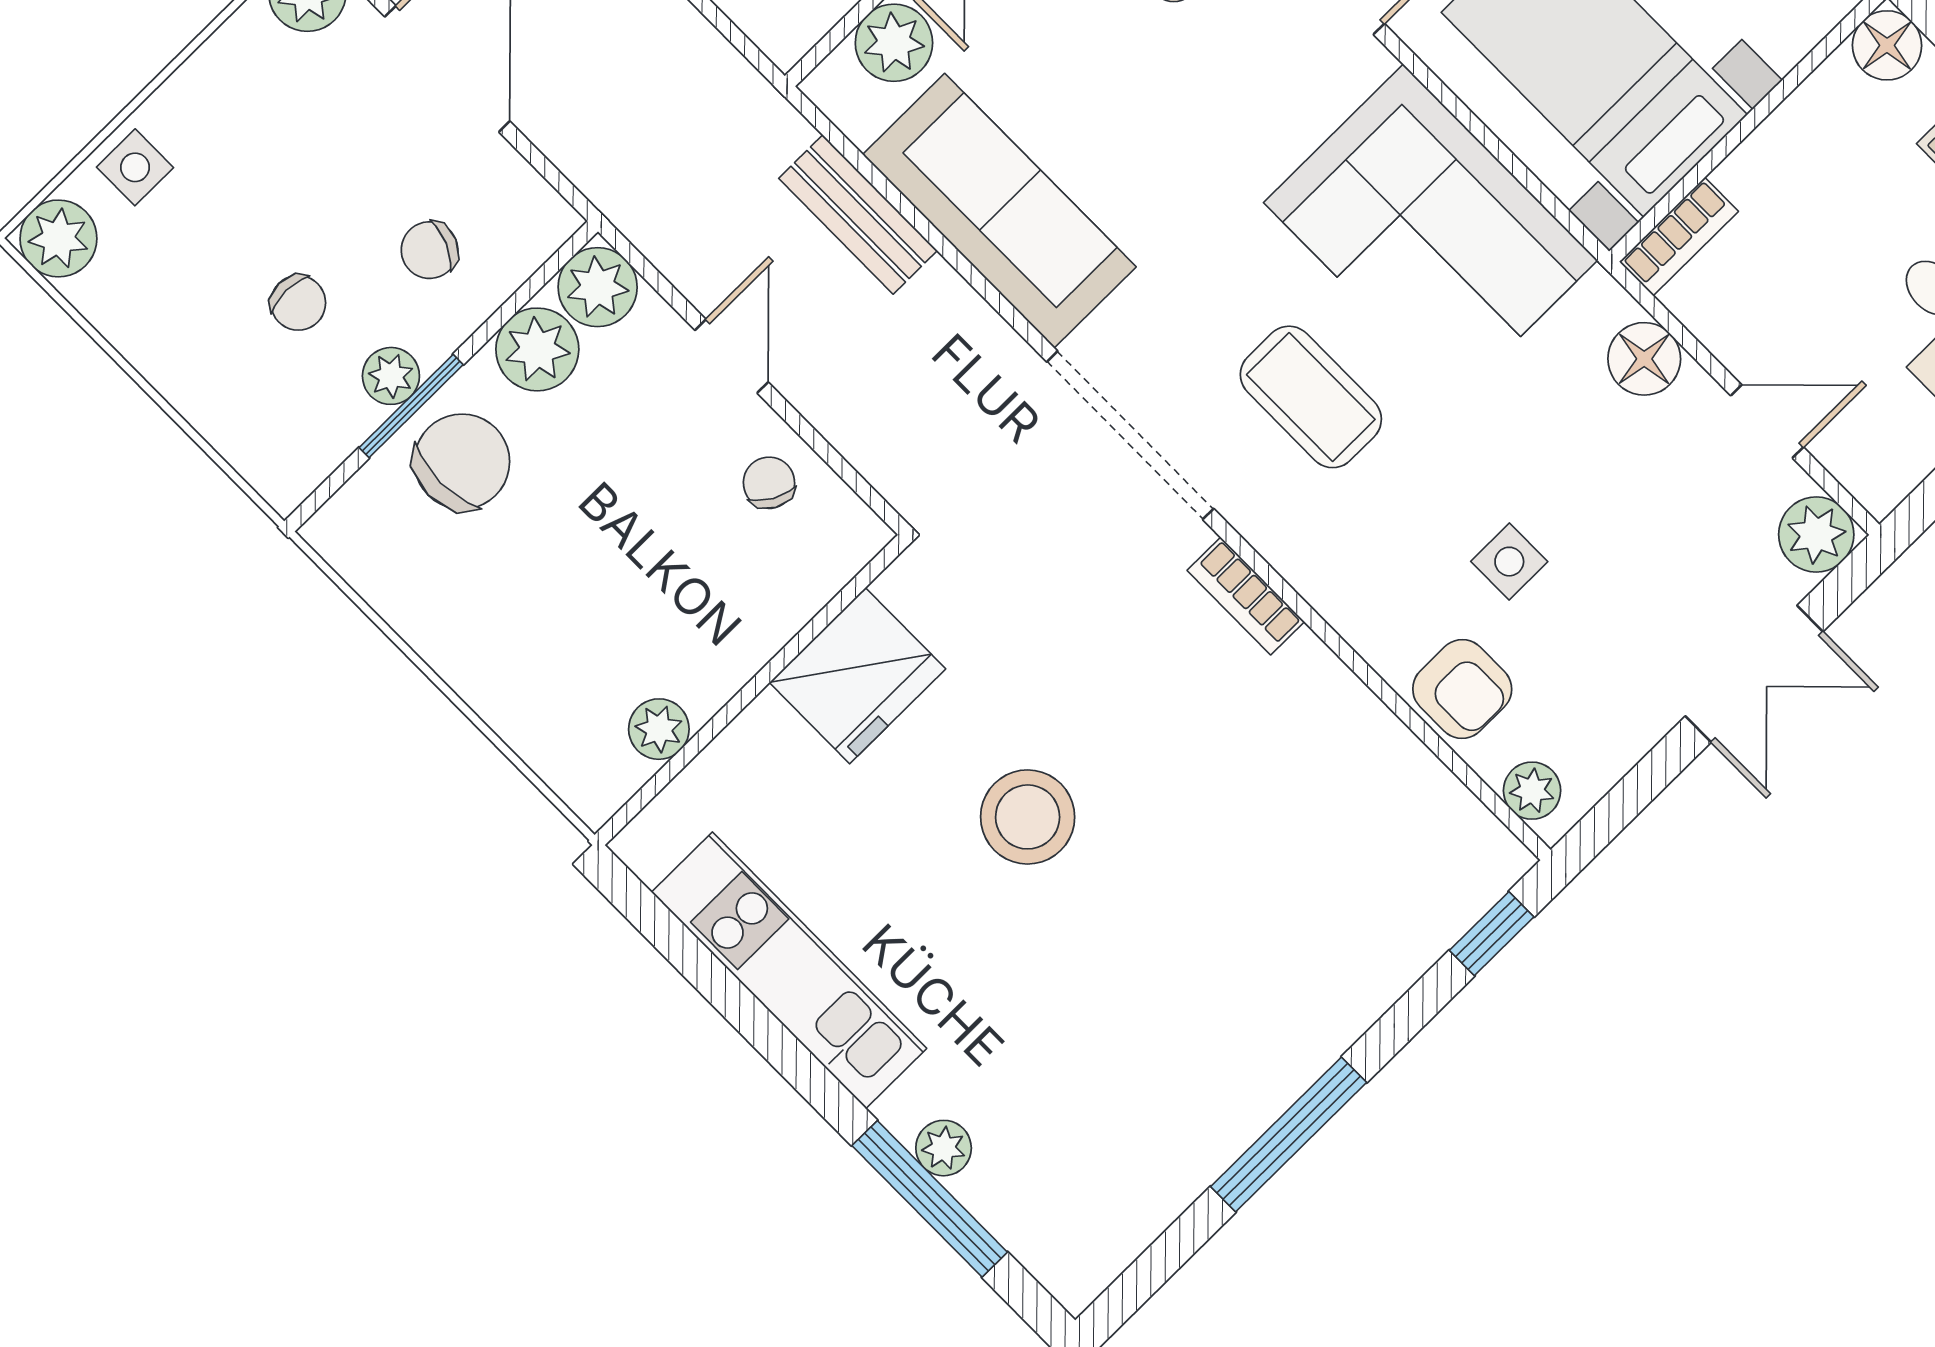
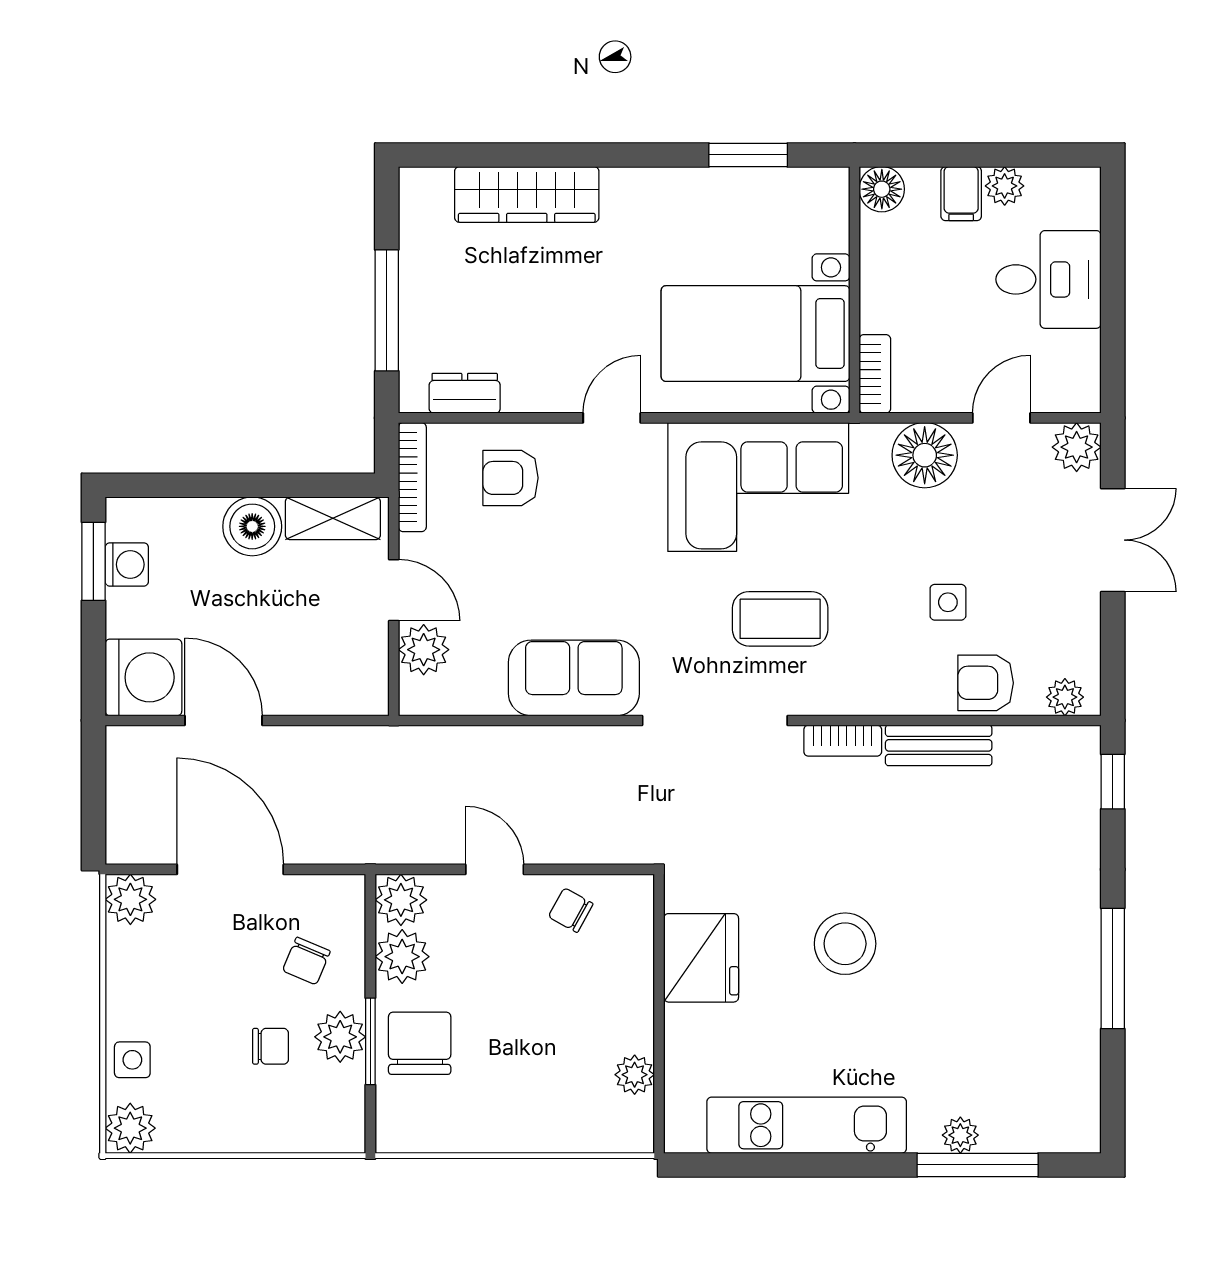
sofa: (999, 211) -> (574, 678), width x0.73
bench: (858, 214) -> (939, 745), moved
floor lamp: (1644, 359) -> (925, 455), width x1.38, depth x1.38
plant: (391, 376) -> (340, 1037), width x1.38, depth x1.38
armchair: (1462, 689) -> (986, 683), turned 180

